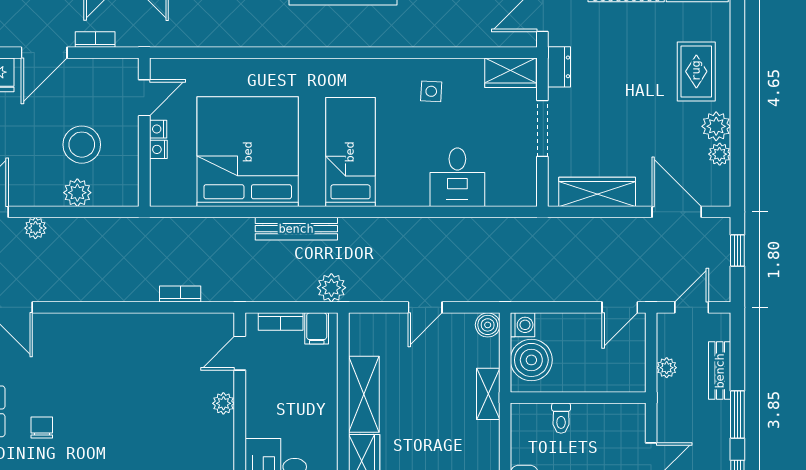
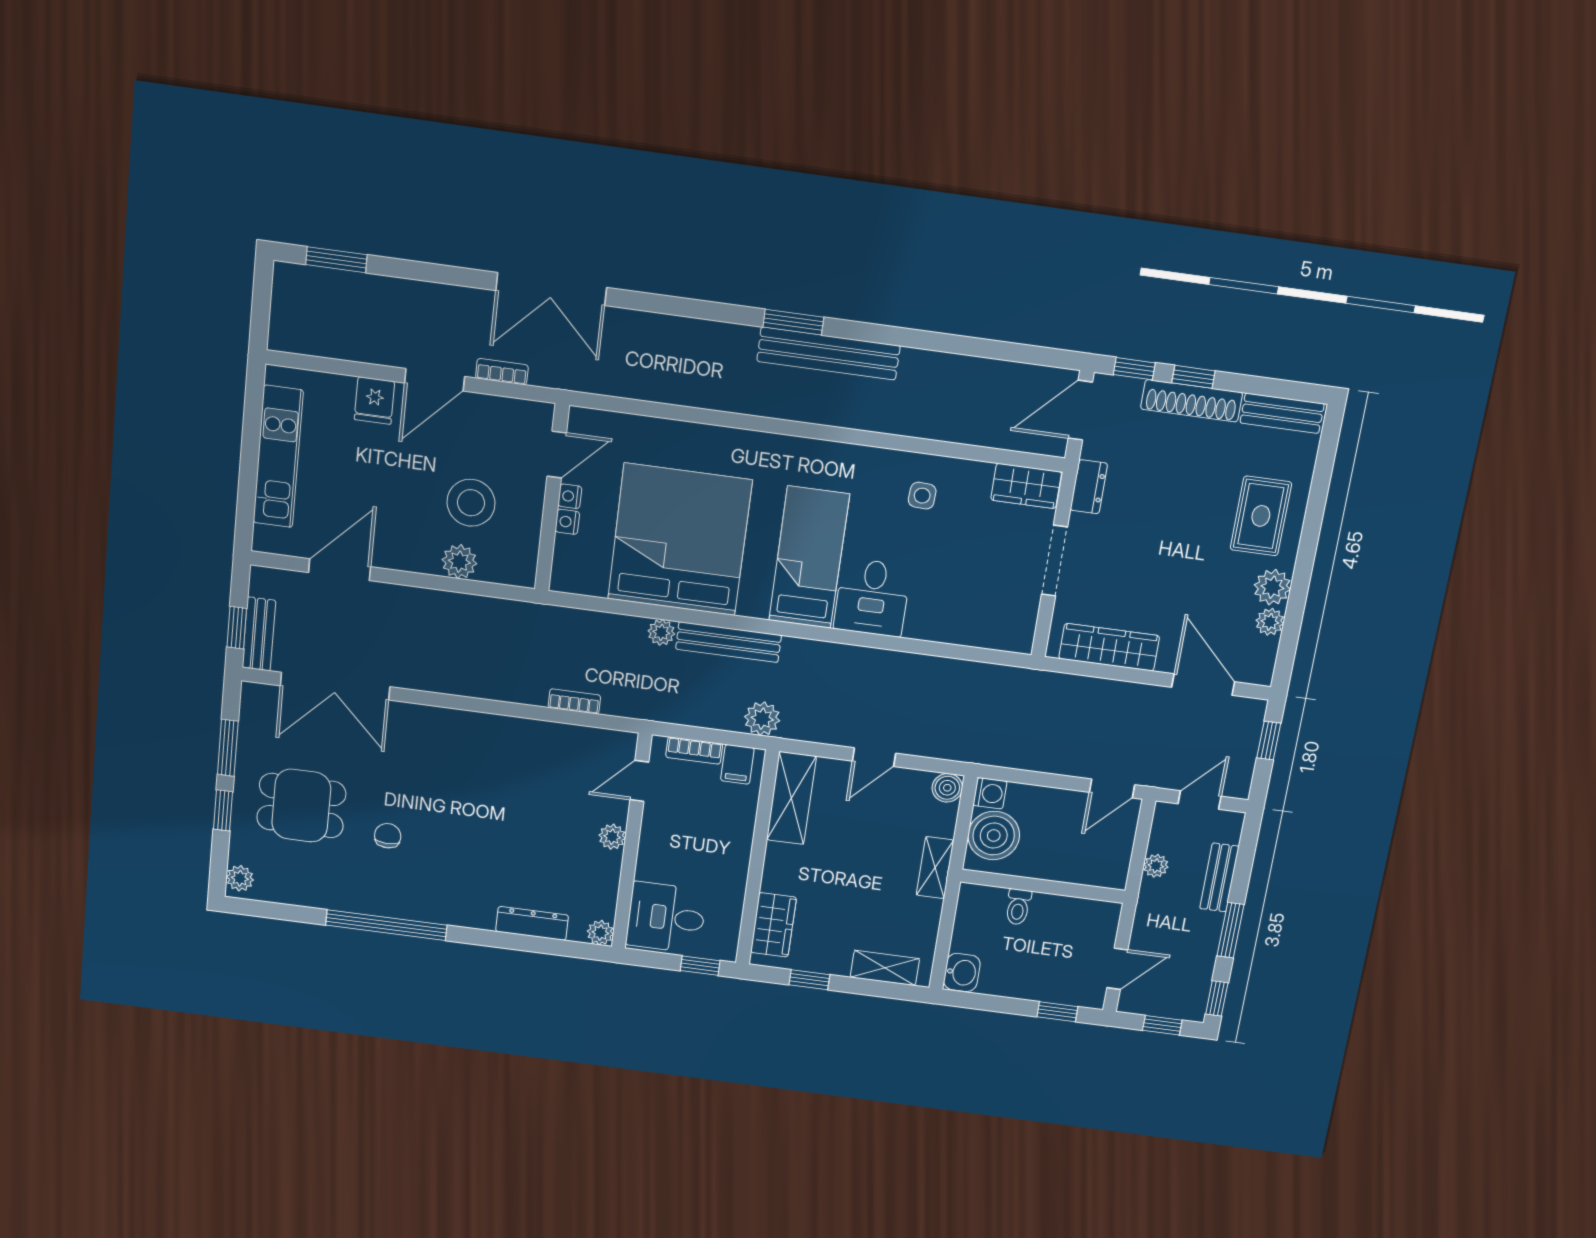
desk: (457, 177) -> (872, 597), moved
plant: (35, 228) -> (661, 632), moved
shelving: (364, 394) -> (791, 798), moved

